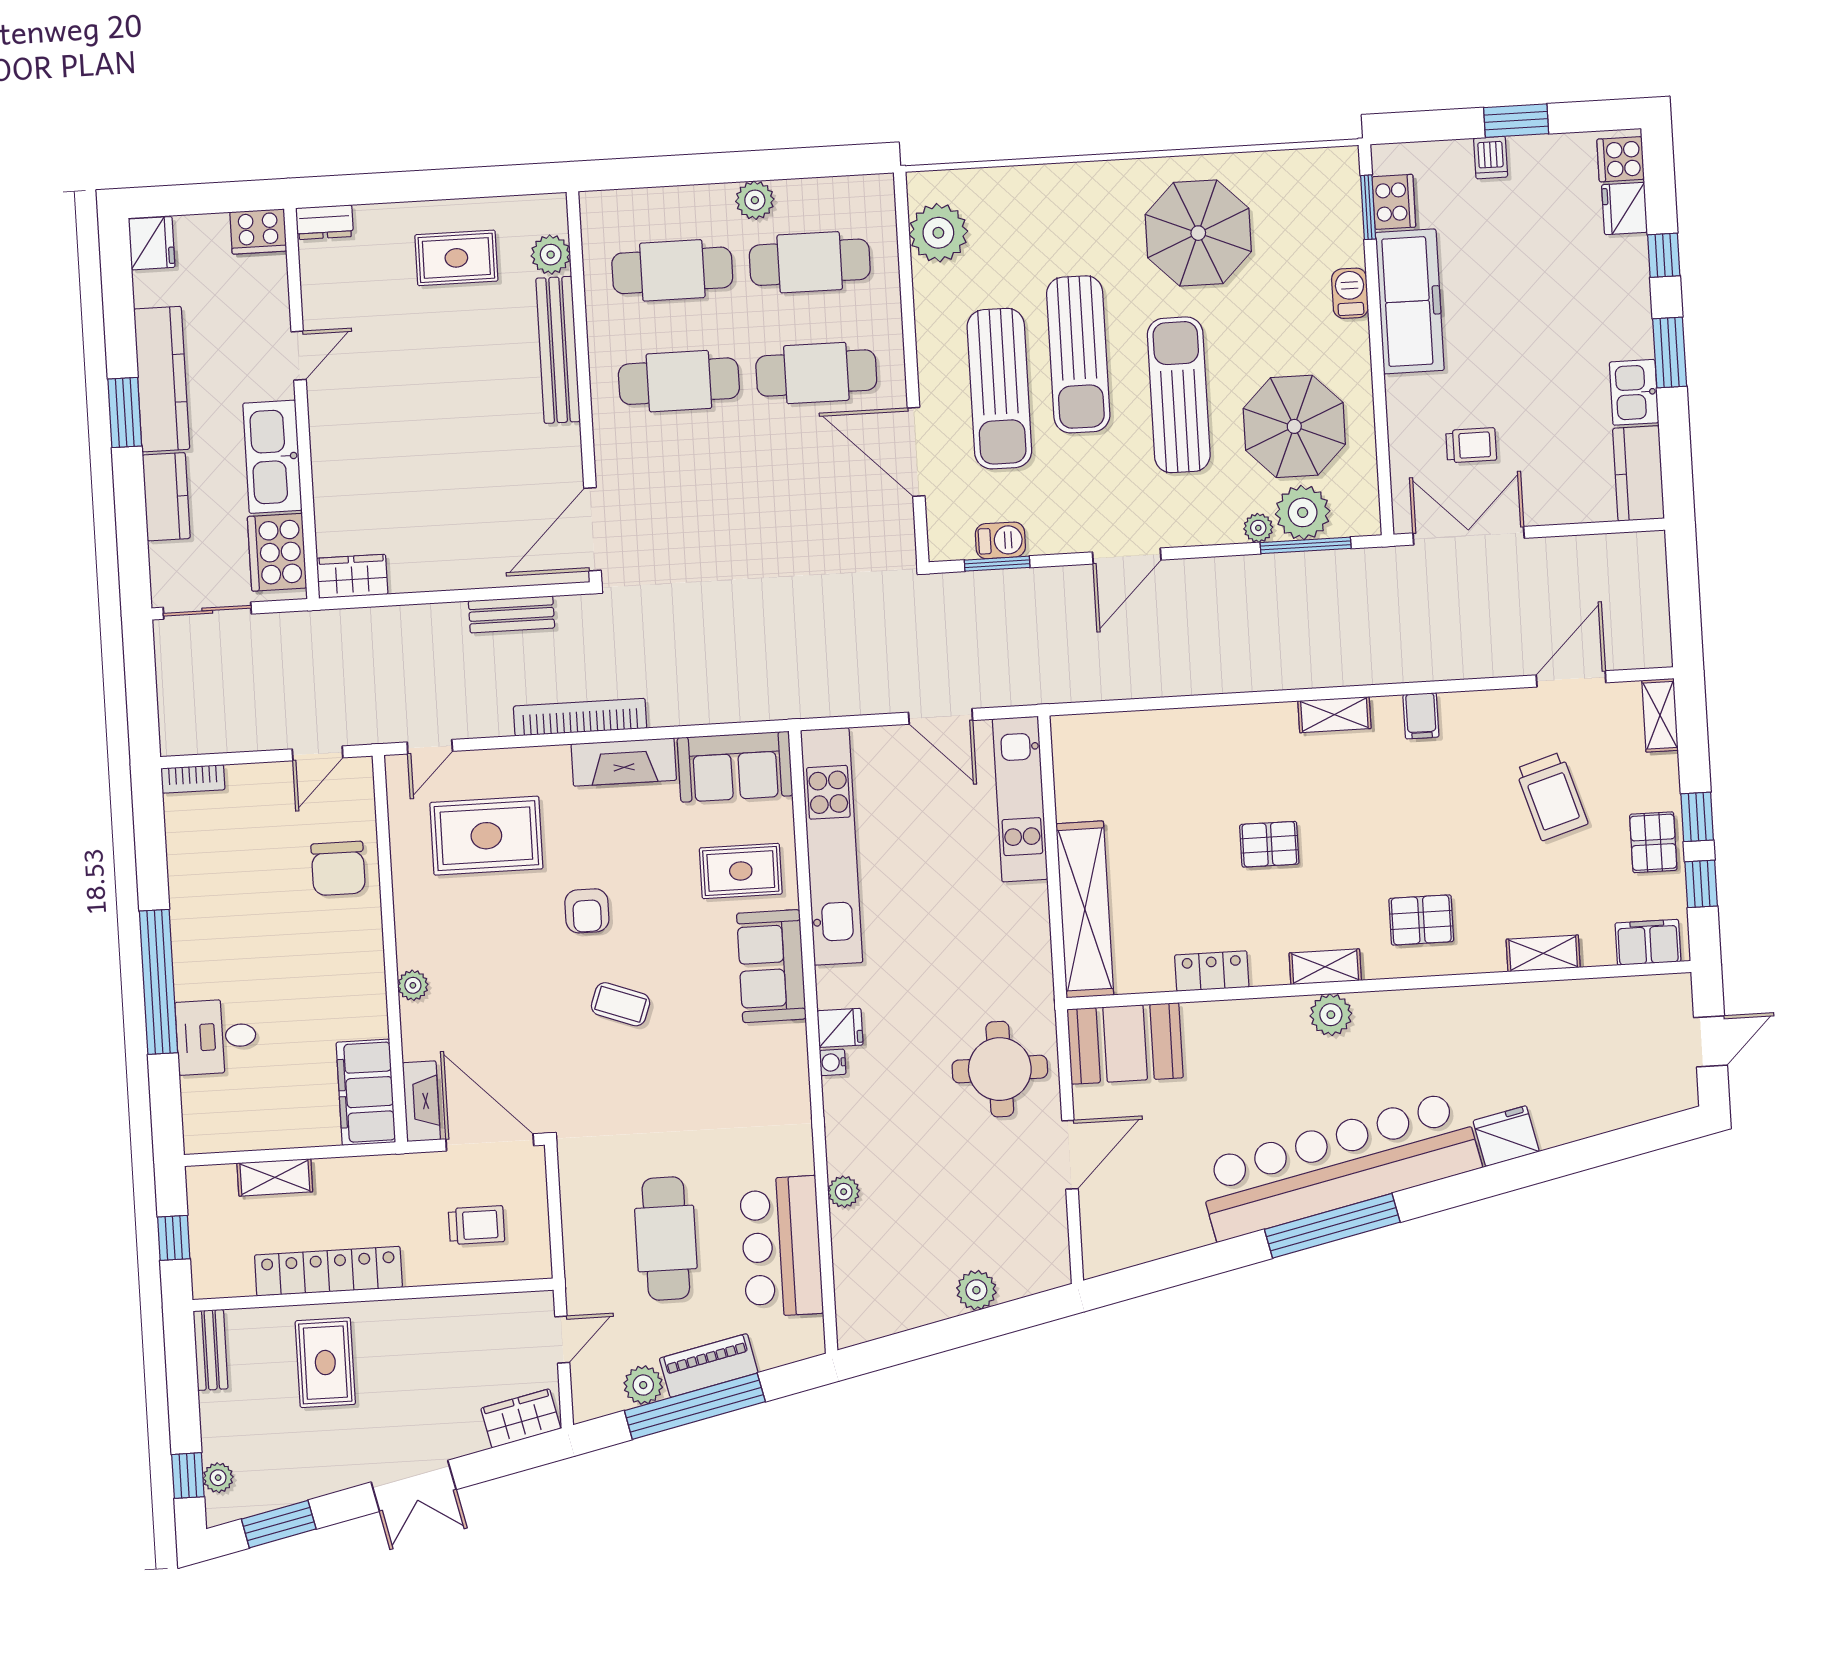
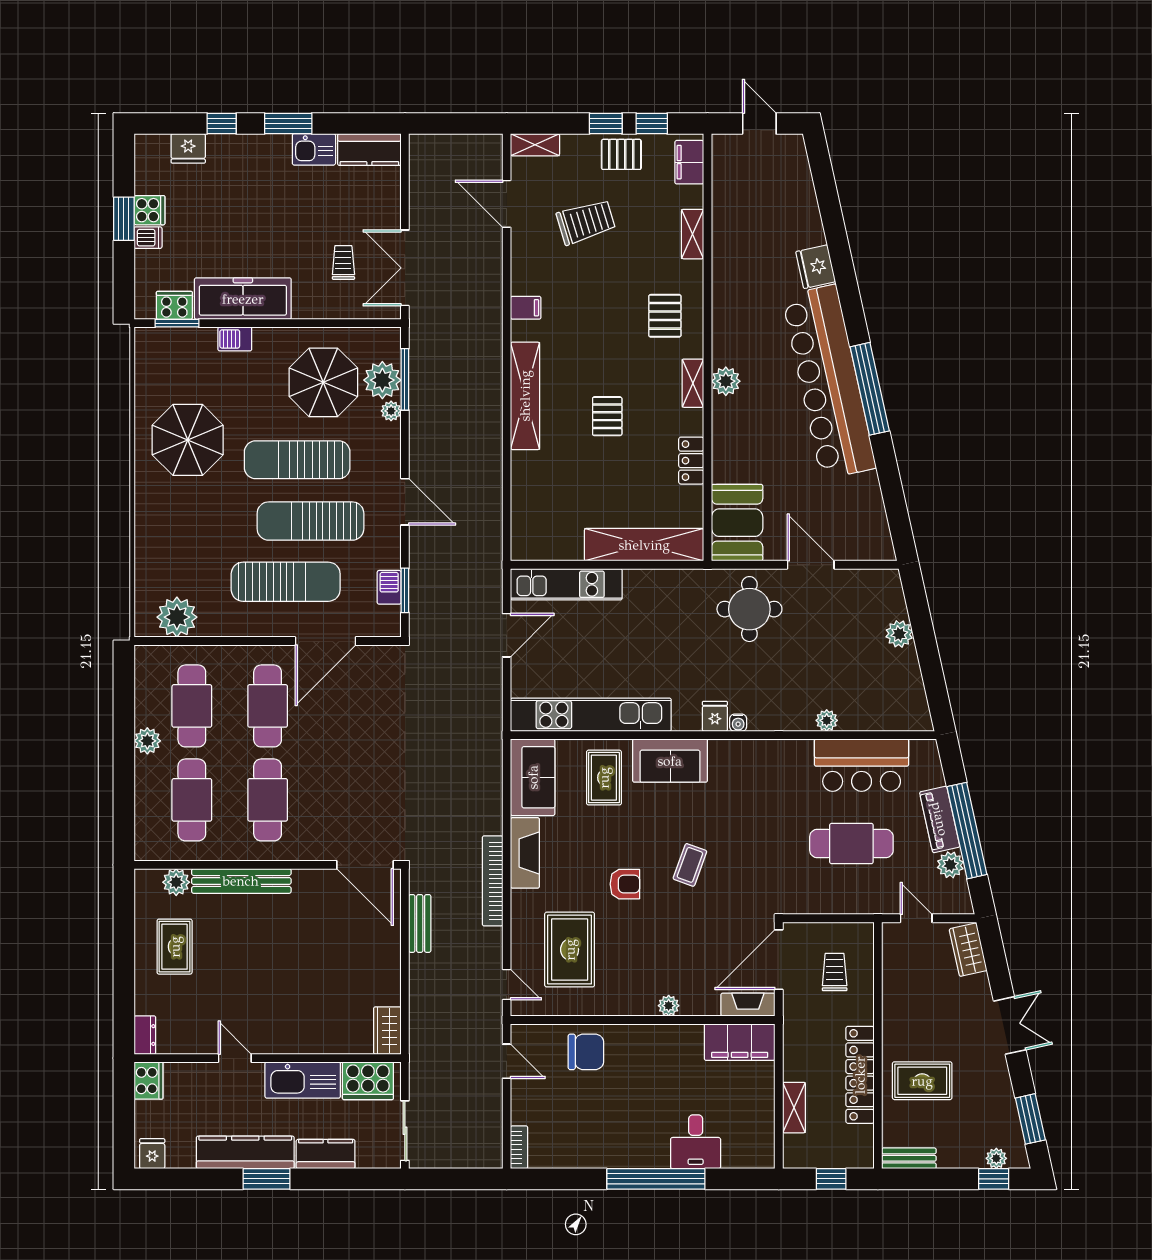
cooker: (1621, 159) -> (149, 210), moved, turned -90
fridge: (152, 243) -> (152, 1154), width x0.72
sun lounger: (1078, 354) -> (310, 521), moved, turned 180
shelving: (1334, 715) -> (525, 396), width x2.20, depth x1.33

